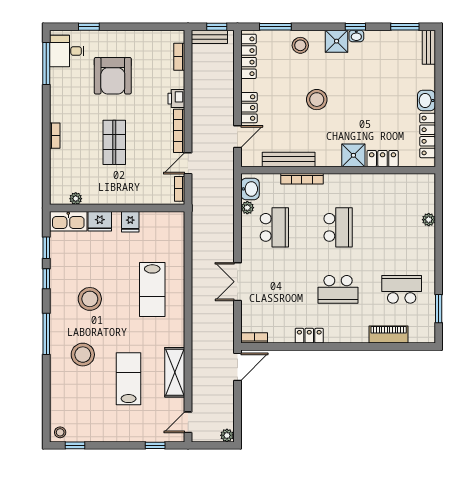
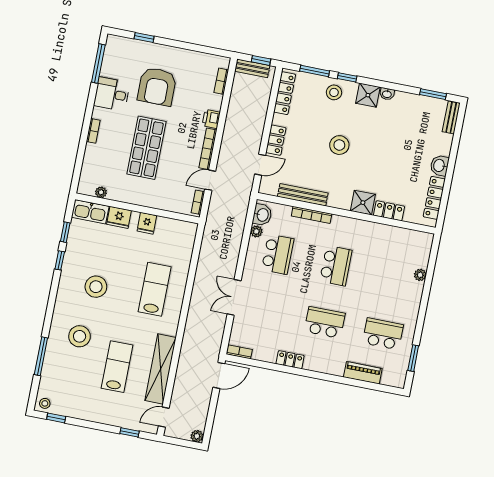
window: (355, 27) -> (347, 77), moved
desk: (67, 51) -> (112, 94), moved
shop shelf: (114, 142) -> (146, 148), width x1.43, depth x1.36
school desk: (338, 289) -> (325, 322), turned 180
lab bench: (152, 290) -> (155, 289), turned 180
window: (46, 334) -> (41, 356), moved
shelving: (175, 372) -> (160, 369), width x1.47

